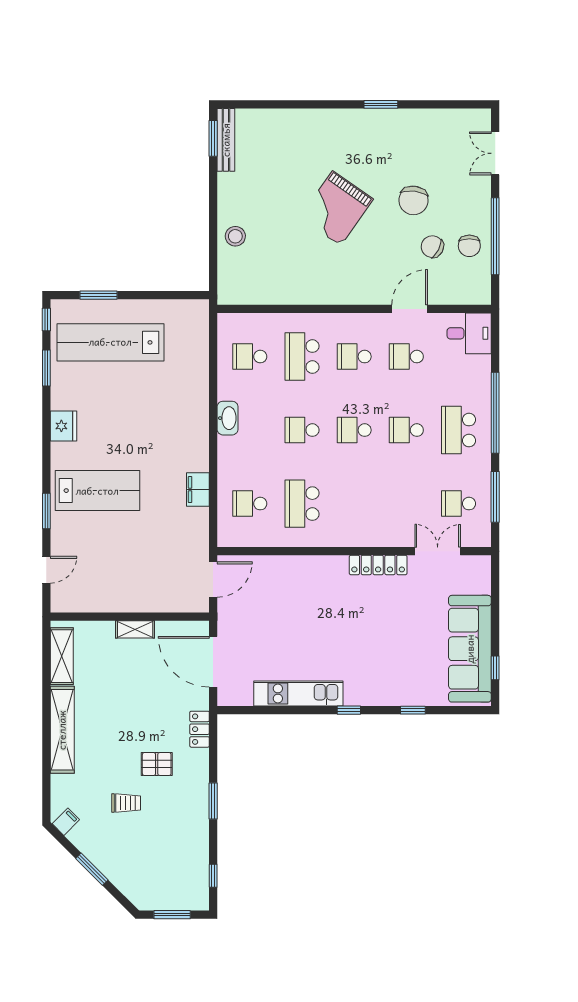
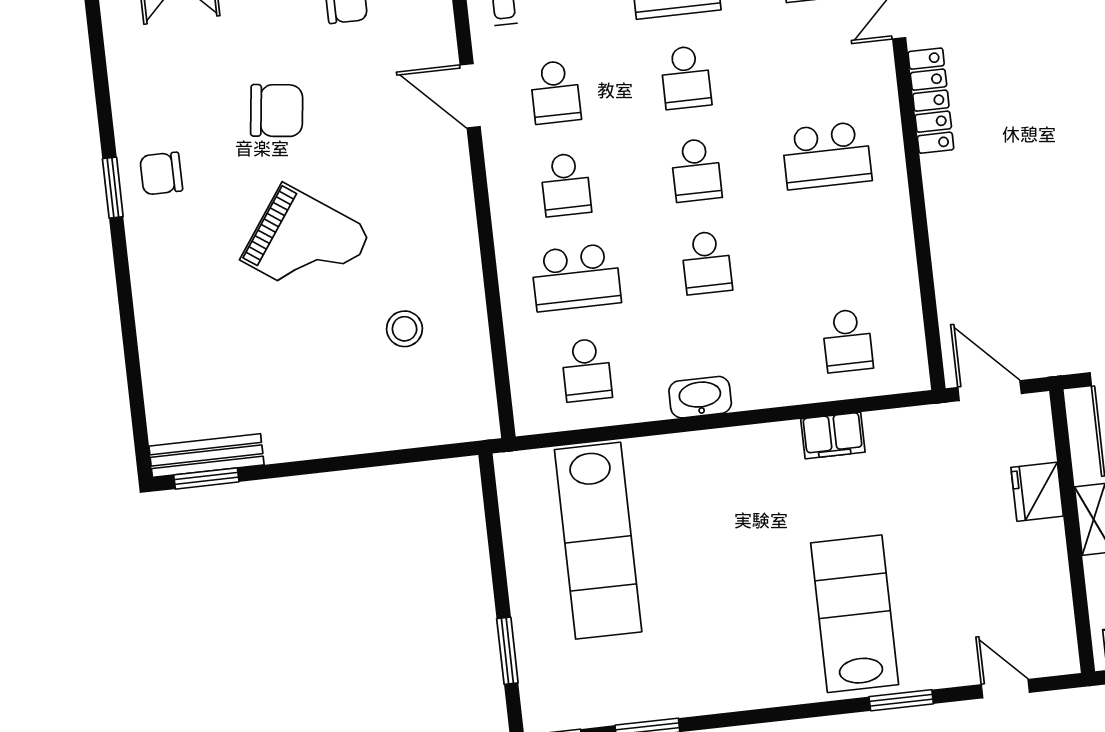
stool: (235, 236) -> (405, 329), moved
chair: (432, 247) -> (161, 174), moved, turned 62
lab bench: (110, 342) -> (598, 541), moved
fridge: (63, 426) -> (1037, 492), moved, turned -90
school desk: (302, 504) -> (827, 155), moved

